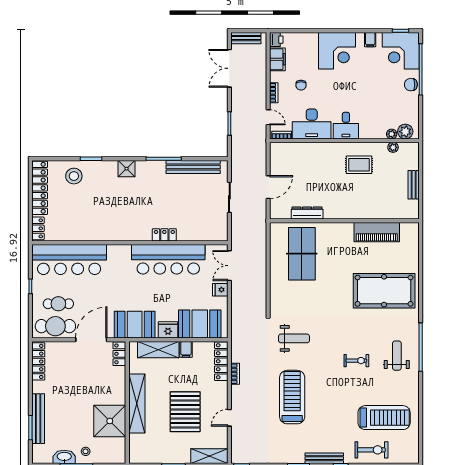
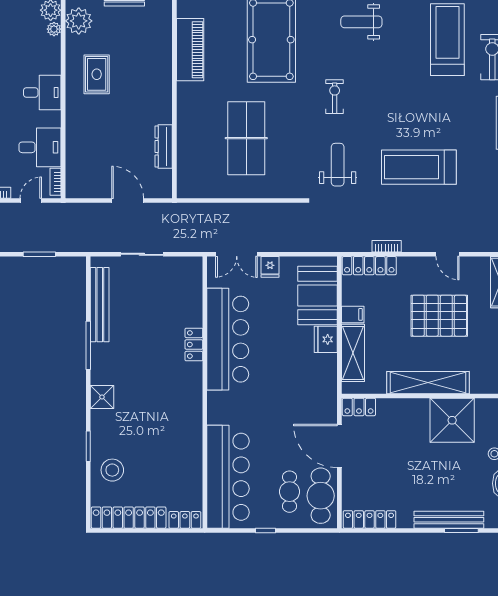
desk: (312, 124) -> (40, 147), width x0.73
plant: (393, 147) -> (79, 21), width x1.88, depth x1.88
table tennis table: (302, 254) -> (246, 138), moved, turned 90
booth: (135, 325) -> (318, 386), removed
exercise bike: (356, 361) -> (335, 97), moved

